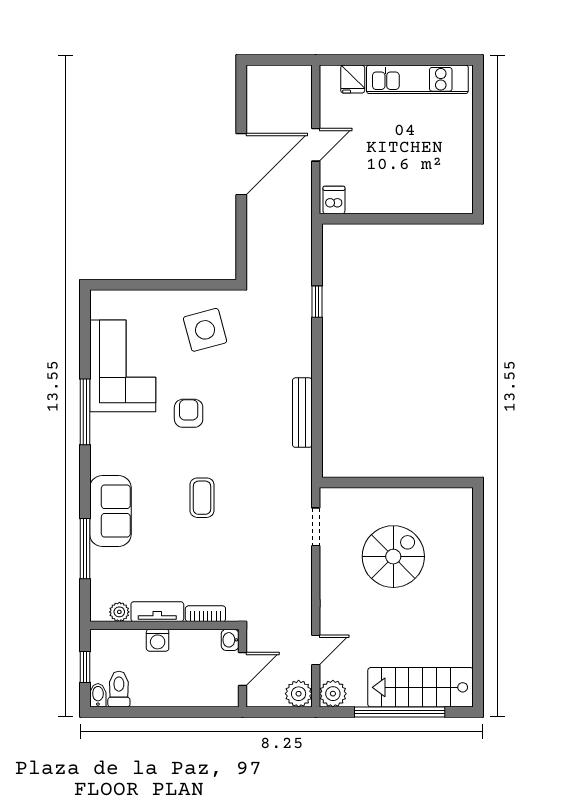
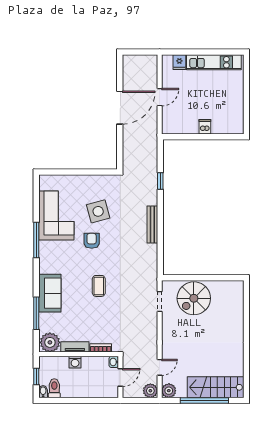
dishwasher: (334, 200) -> (205, 127), moved
side table: (205, 330) -> (98, 211), moved
bench: (302, 413) -> (152, 224), moved
spiral stairs: (393, 557) -> (194, 298), moved, turned 180
plant: (119, 612) -> (50, 342), width x1.88, depth x1.88

